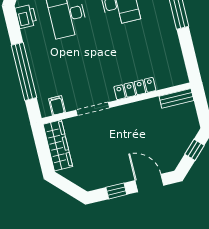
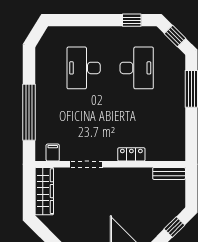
printer: (26, 17) -> (44, 60), removed
locker: (135, 89) -> (131, 154), width x0.66

